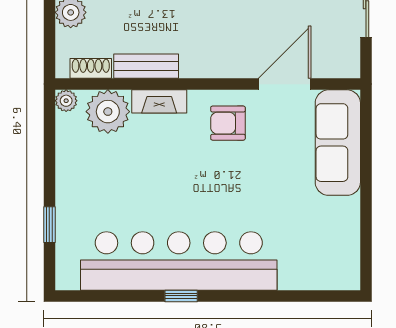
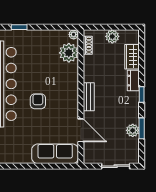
bench: (146, 66) -> (89, 97), moved
fireplace: (159, 101) -> (73, 75), removed
armchair: (228, 123) -> (38, 101), moved

